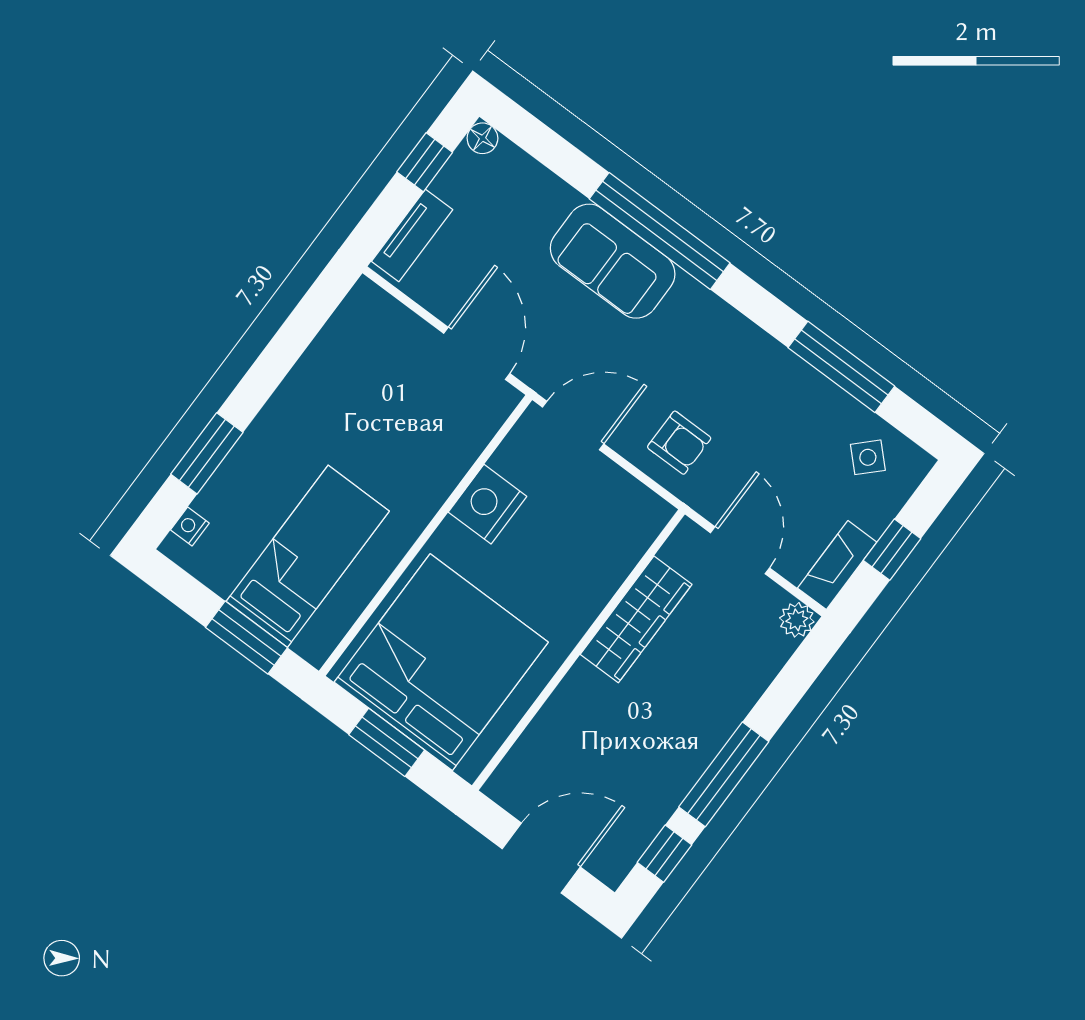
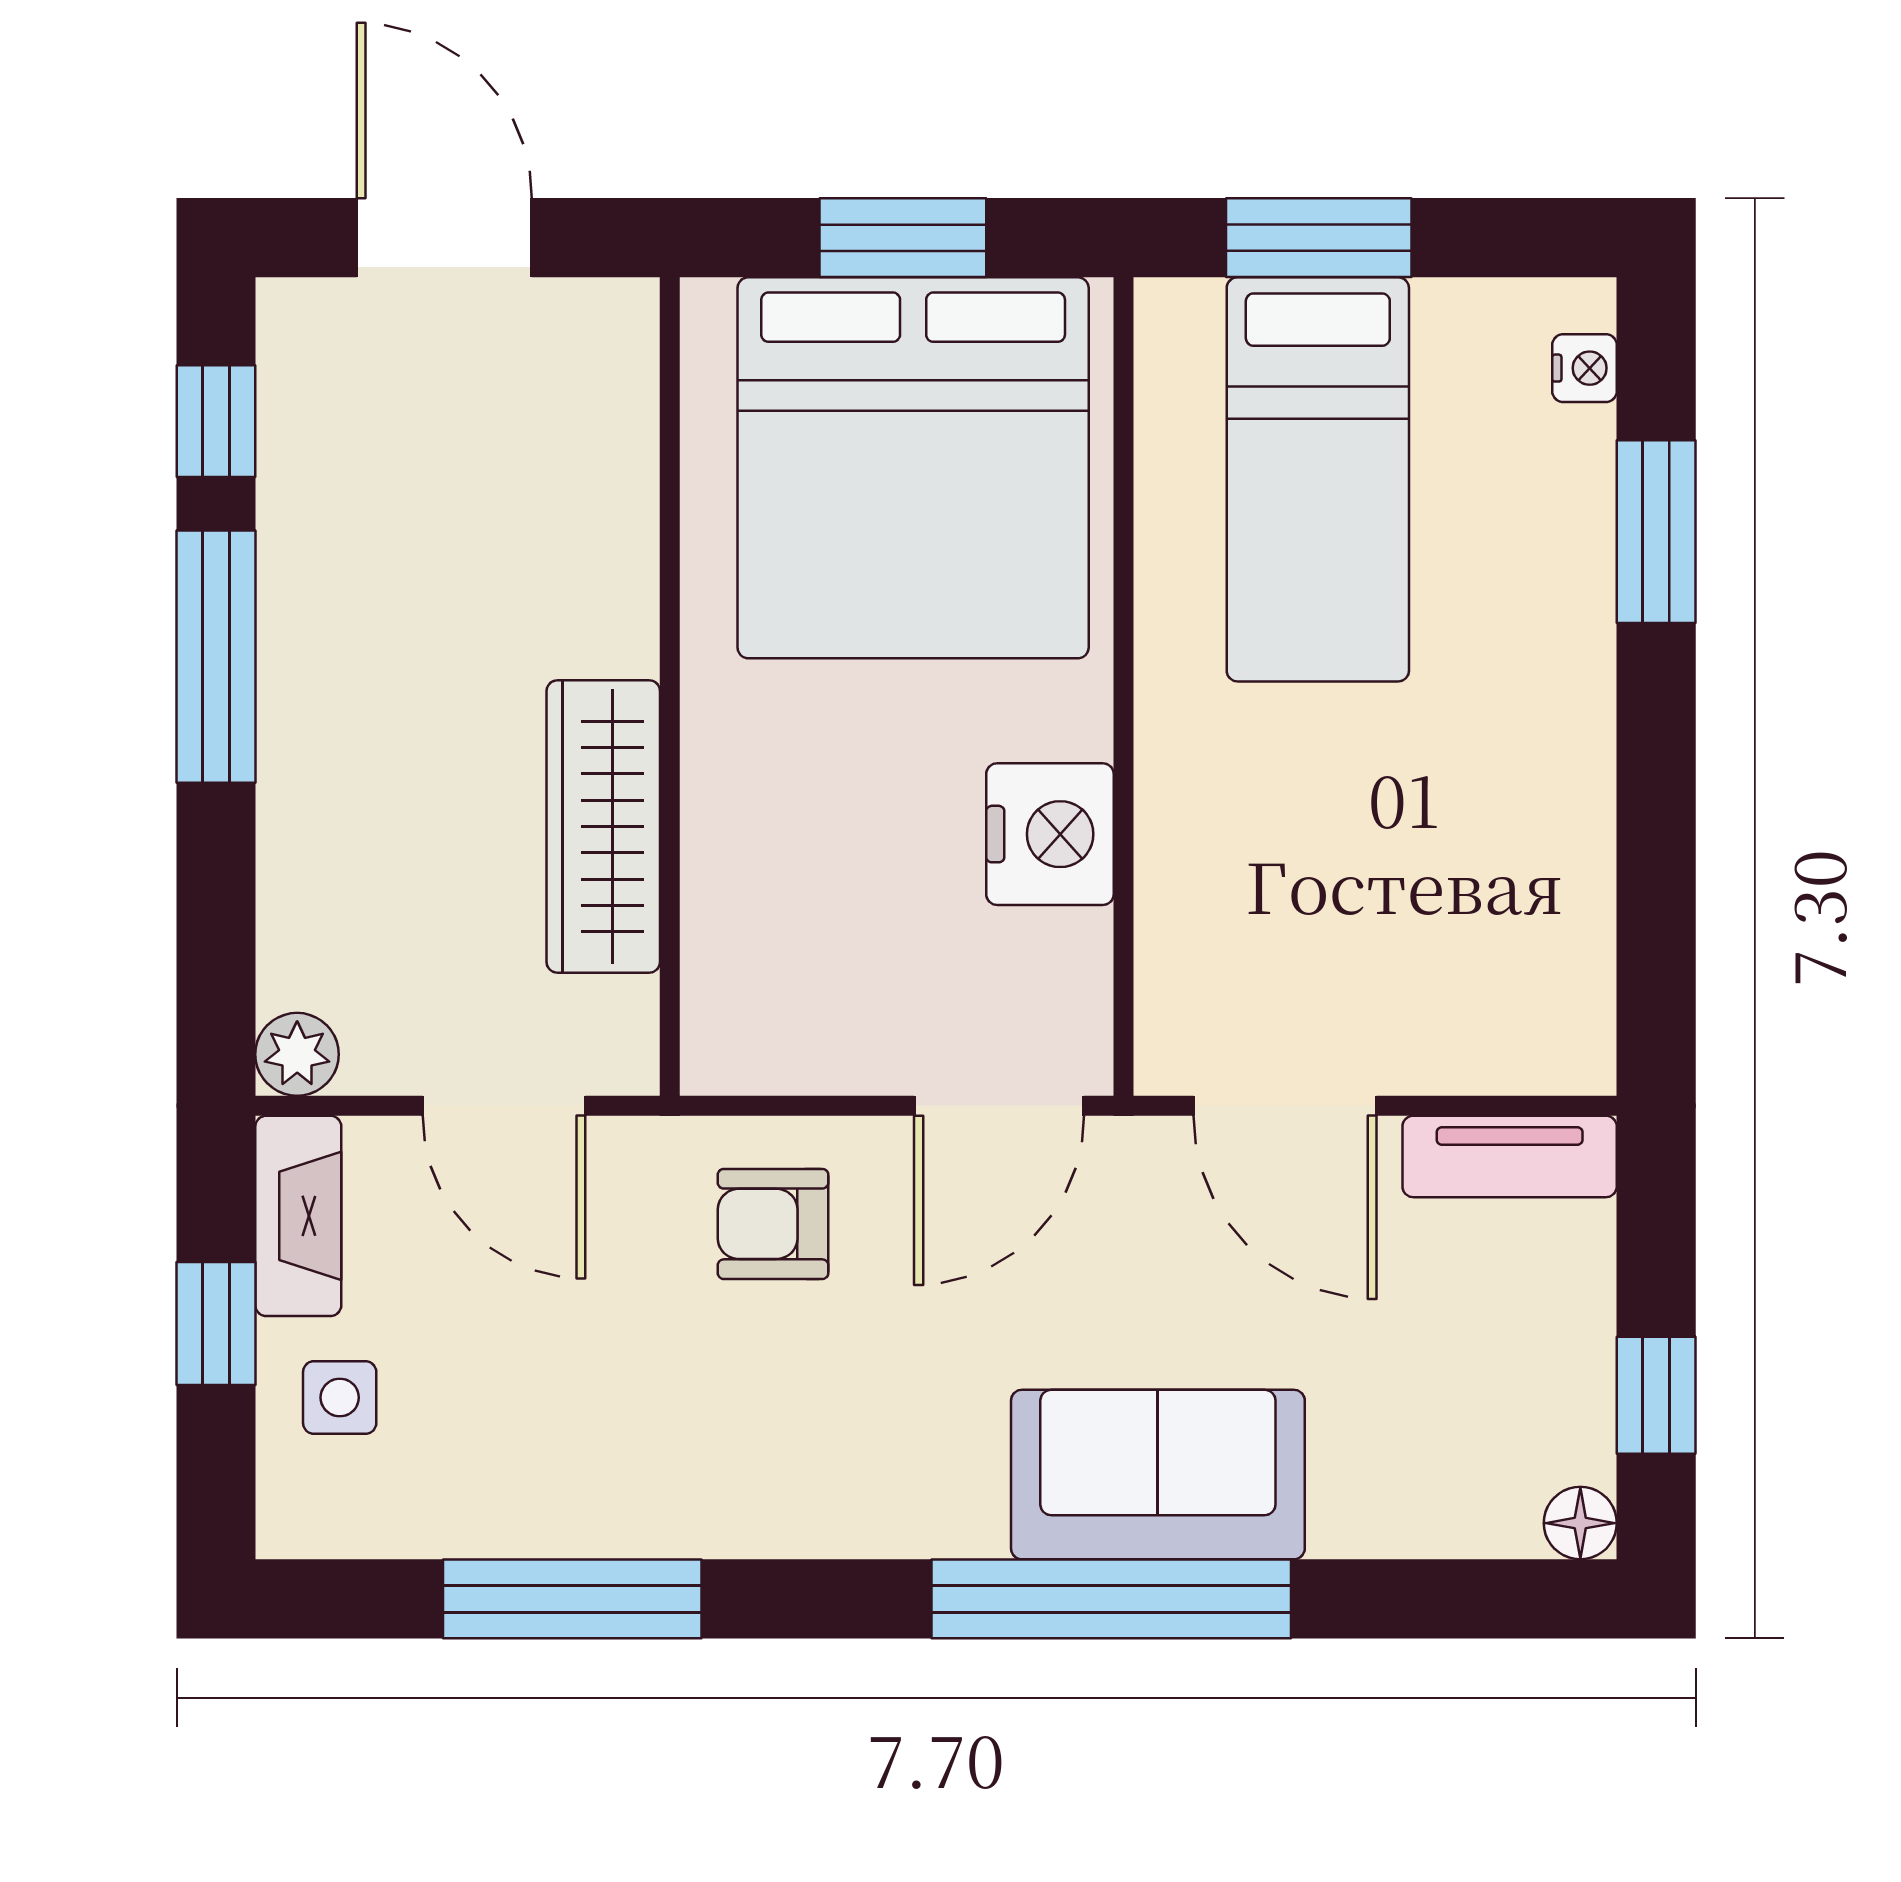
tv unit: (412, 235) -> (1510, 1156), moved, turned -90
side table: (868, 457) -> (340, 1398), moved, turned 45
door: (541, 858) -> (444, 238), swing flipped

